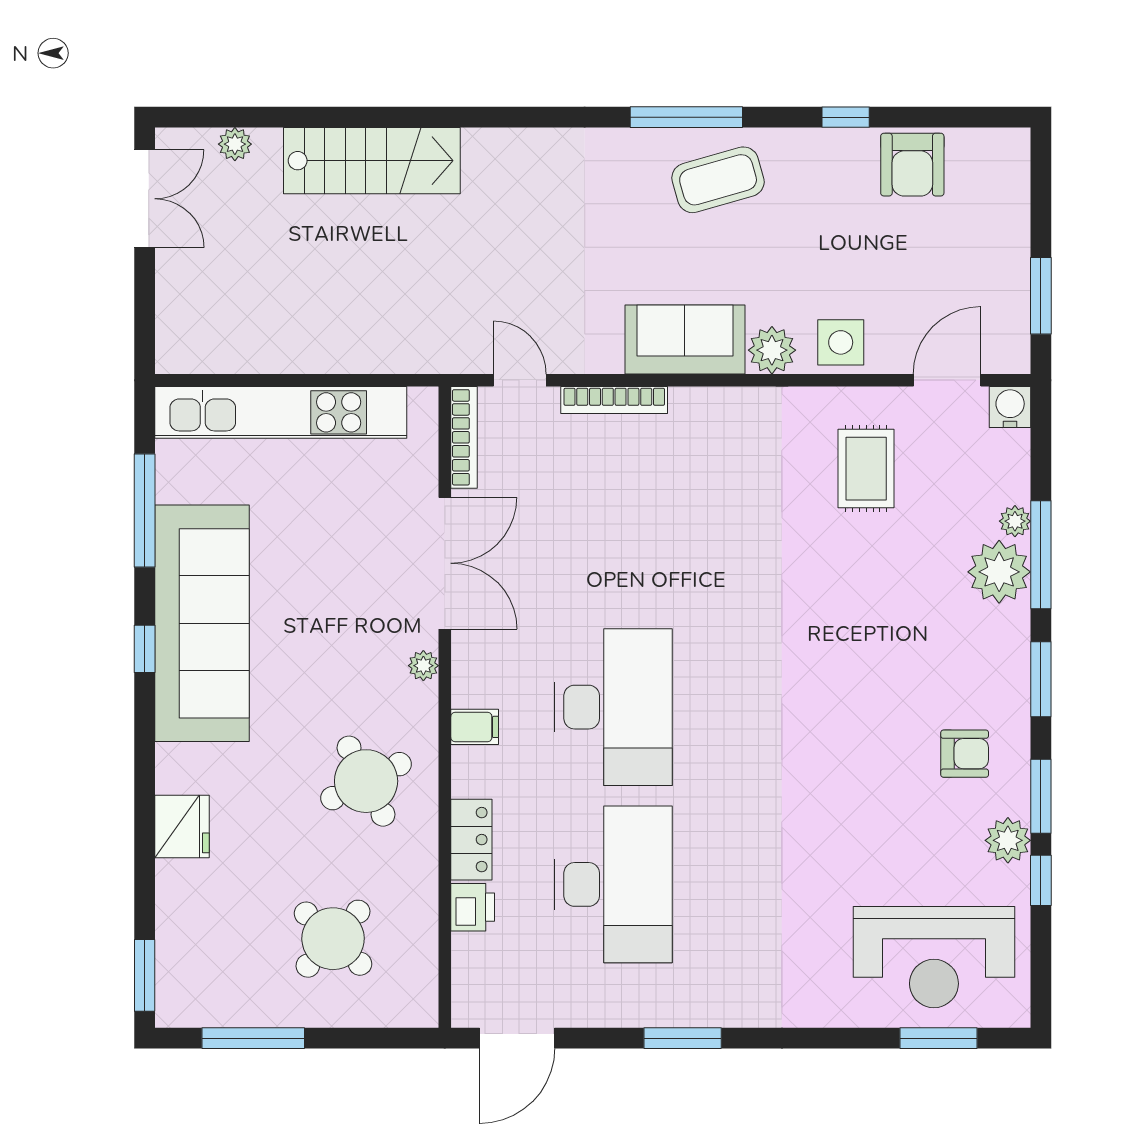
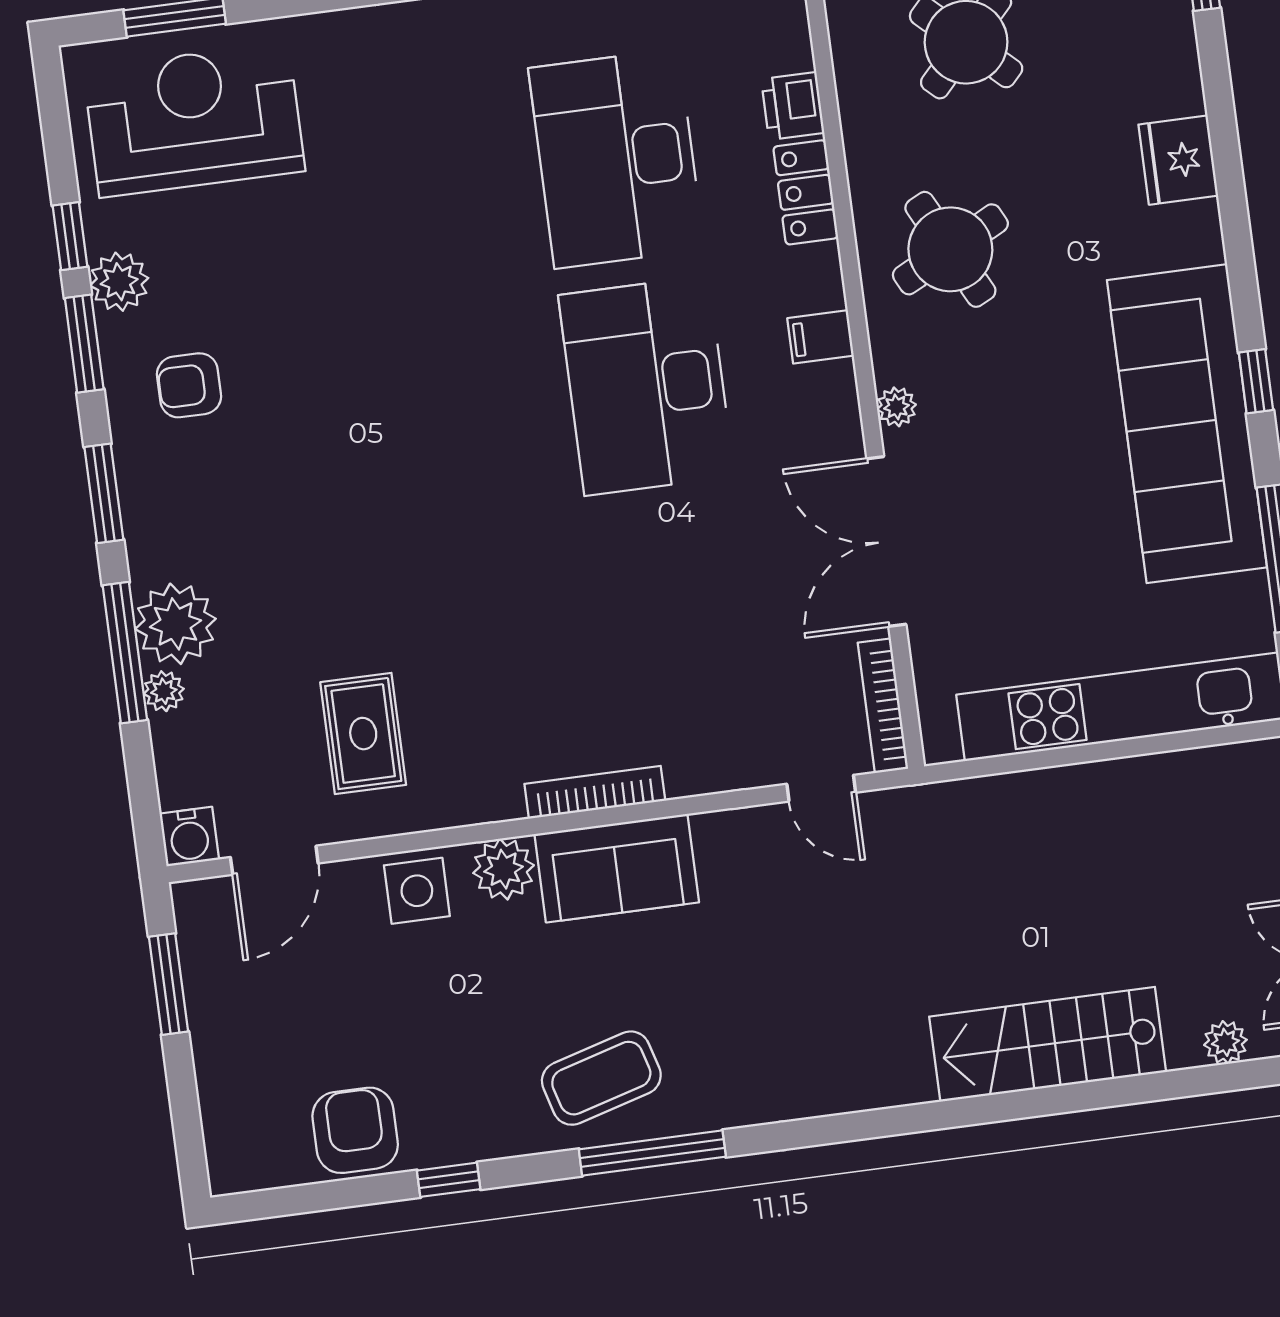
bookcase: (614, 400) -> (595, 792), moved

